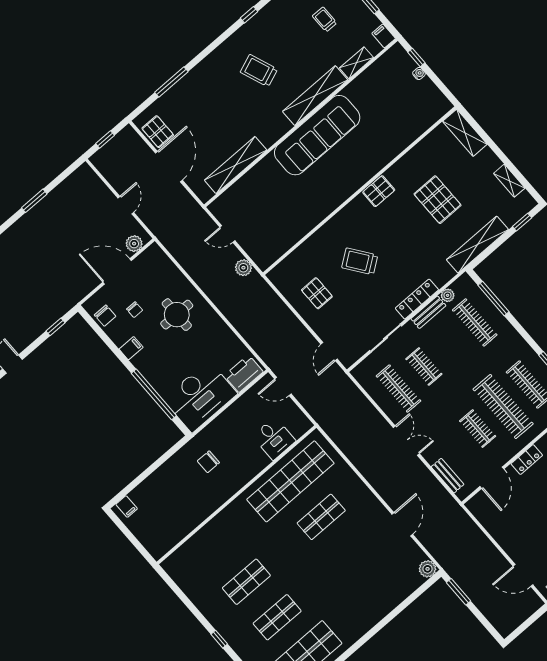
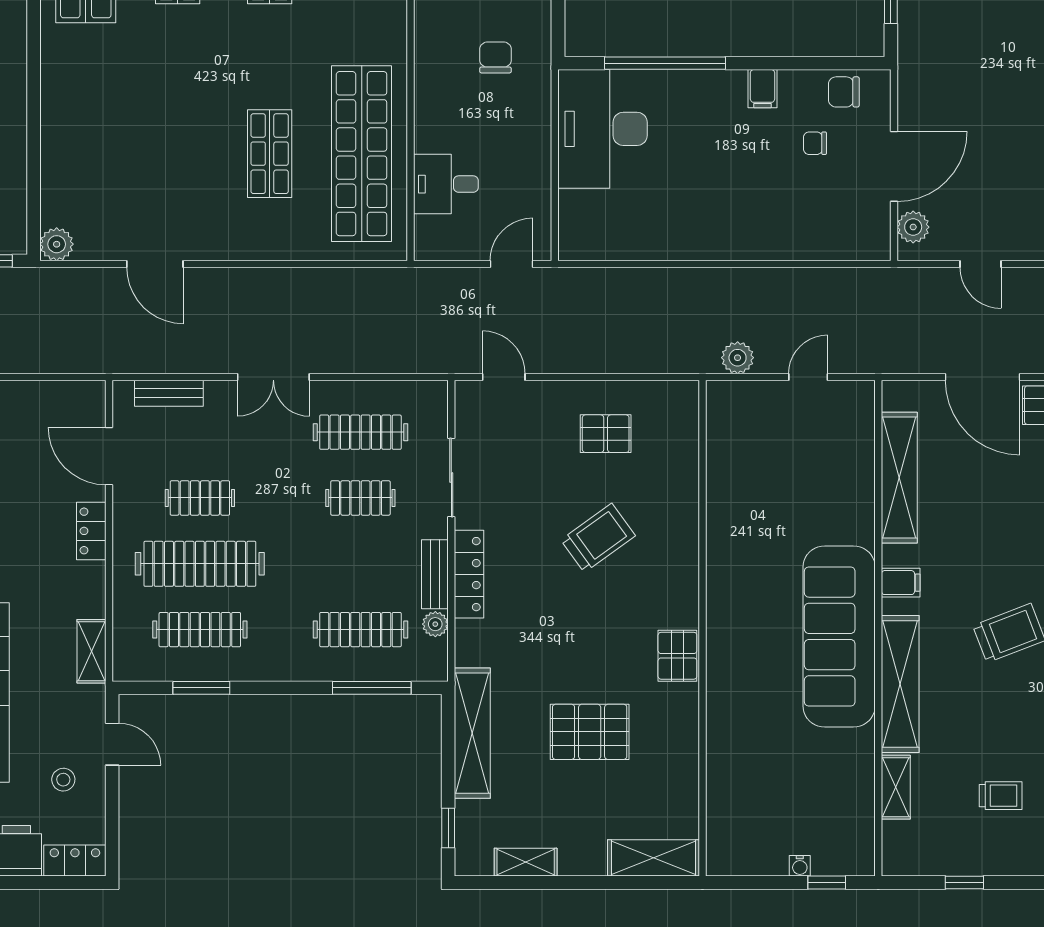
filing cabinet: (384, 36) -> (901, 583), moved
round table: (177, 315) -> (754, 199), removed
printer: (244, 374) -> (581, 222), removed

